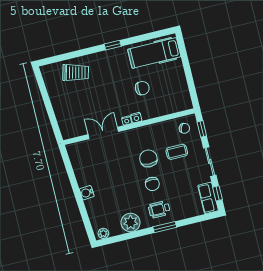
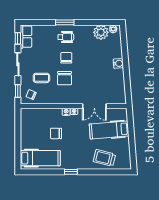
hospital bed: (78, 108) -> (109, 130), added
plant: (131, 222) -> (101, 32), moved

